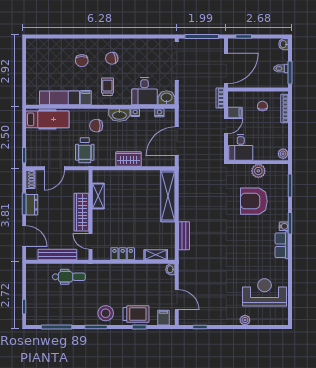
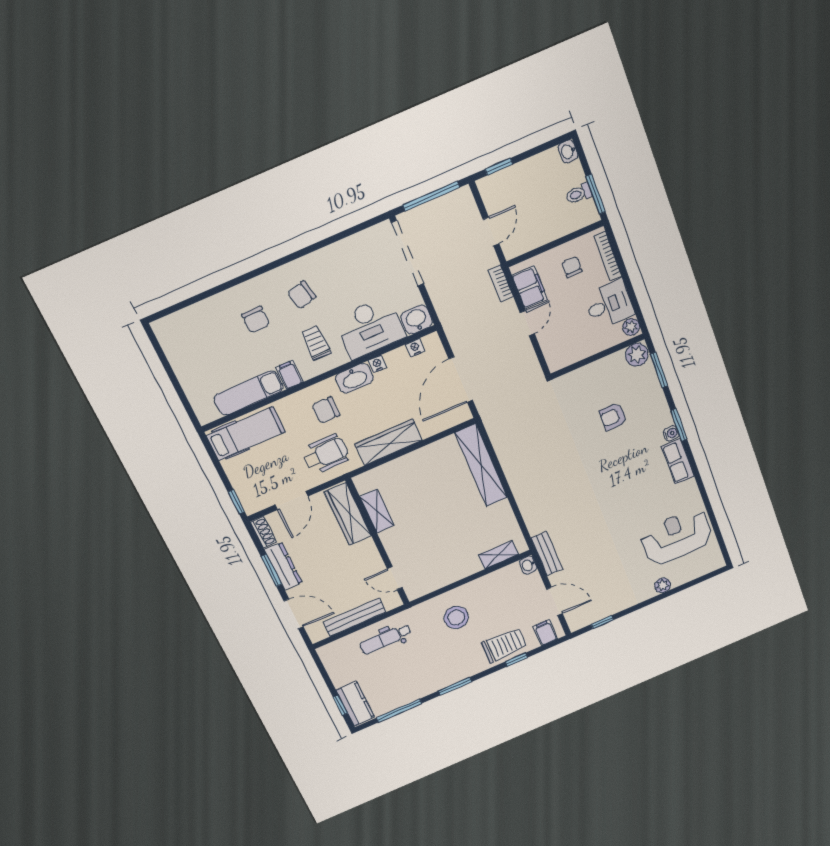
door: (226, 68) -> (491, 232), width x0.53
desk: (145, 91) -> (370, 328), width x1.37
filing cabinet: (235, 112) -> (530, 287), width x2.00
desk: (241, 147) -> (609, 305), moved, turned -90
wheelchair: (85, 150) -> (326, 454), turned -90
wardrobe: (128, 159) -> (389, 442), width x1.50
plant: (258, 171) -> (637, 355), moved
armchair: (254, 201) -> (613, 417), width x0.53, depth x0.53
dresser: (32, 205) -> (283, 566), width x1.44
wardrobe: (81, 212) -> (348, 514), moved
bench: (184, 236) -> (547, 554), moved
locker: (123, 254) -> (450, 575), removed
dental chair: (69, 277) -> (386, 639), turned 180
kitchen counter: (33, 310) -> (355, 704), added
stool: (106, 313) -> (456, 617), moved

